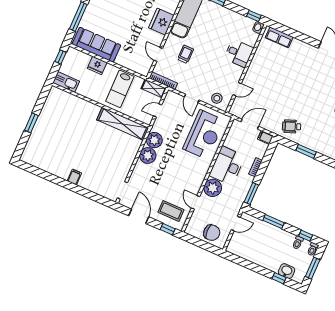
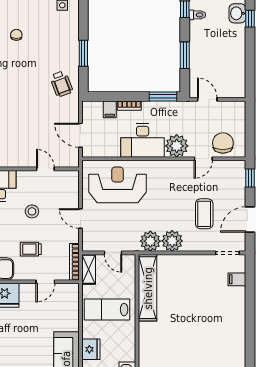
lab bench: (120, 89) -> (107, 310), turned 180
door: (192, 98) -> (80, 218), swing flipped
stool: (217, 98) -> (32, 211), moved
filing cabinet: (265, 137) -> (110, 109), moved
filing cabinet: (74, 177) -> (237, 279), moved
coffee table: (171, 211) -> (204, 214), moved
chair: (212, 233) -> (223, 143), moved

